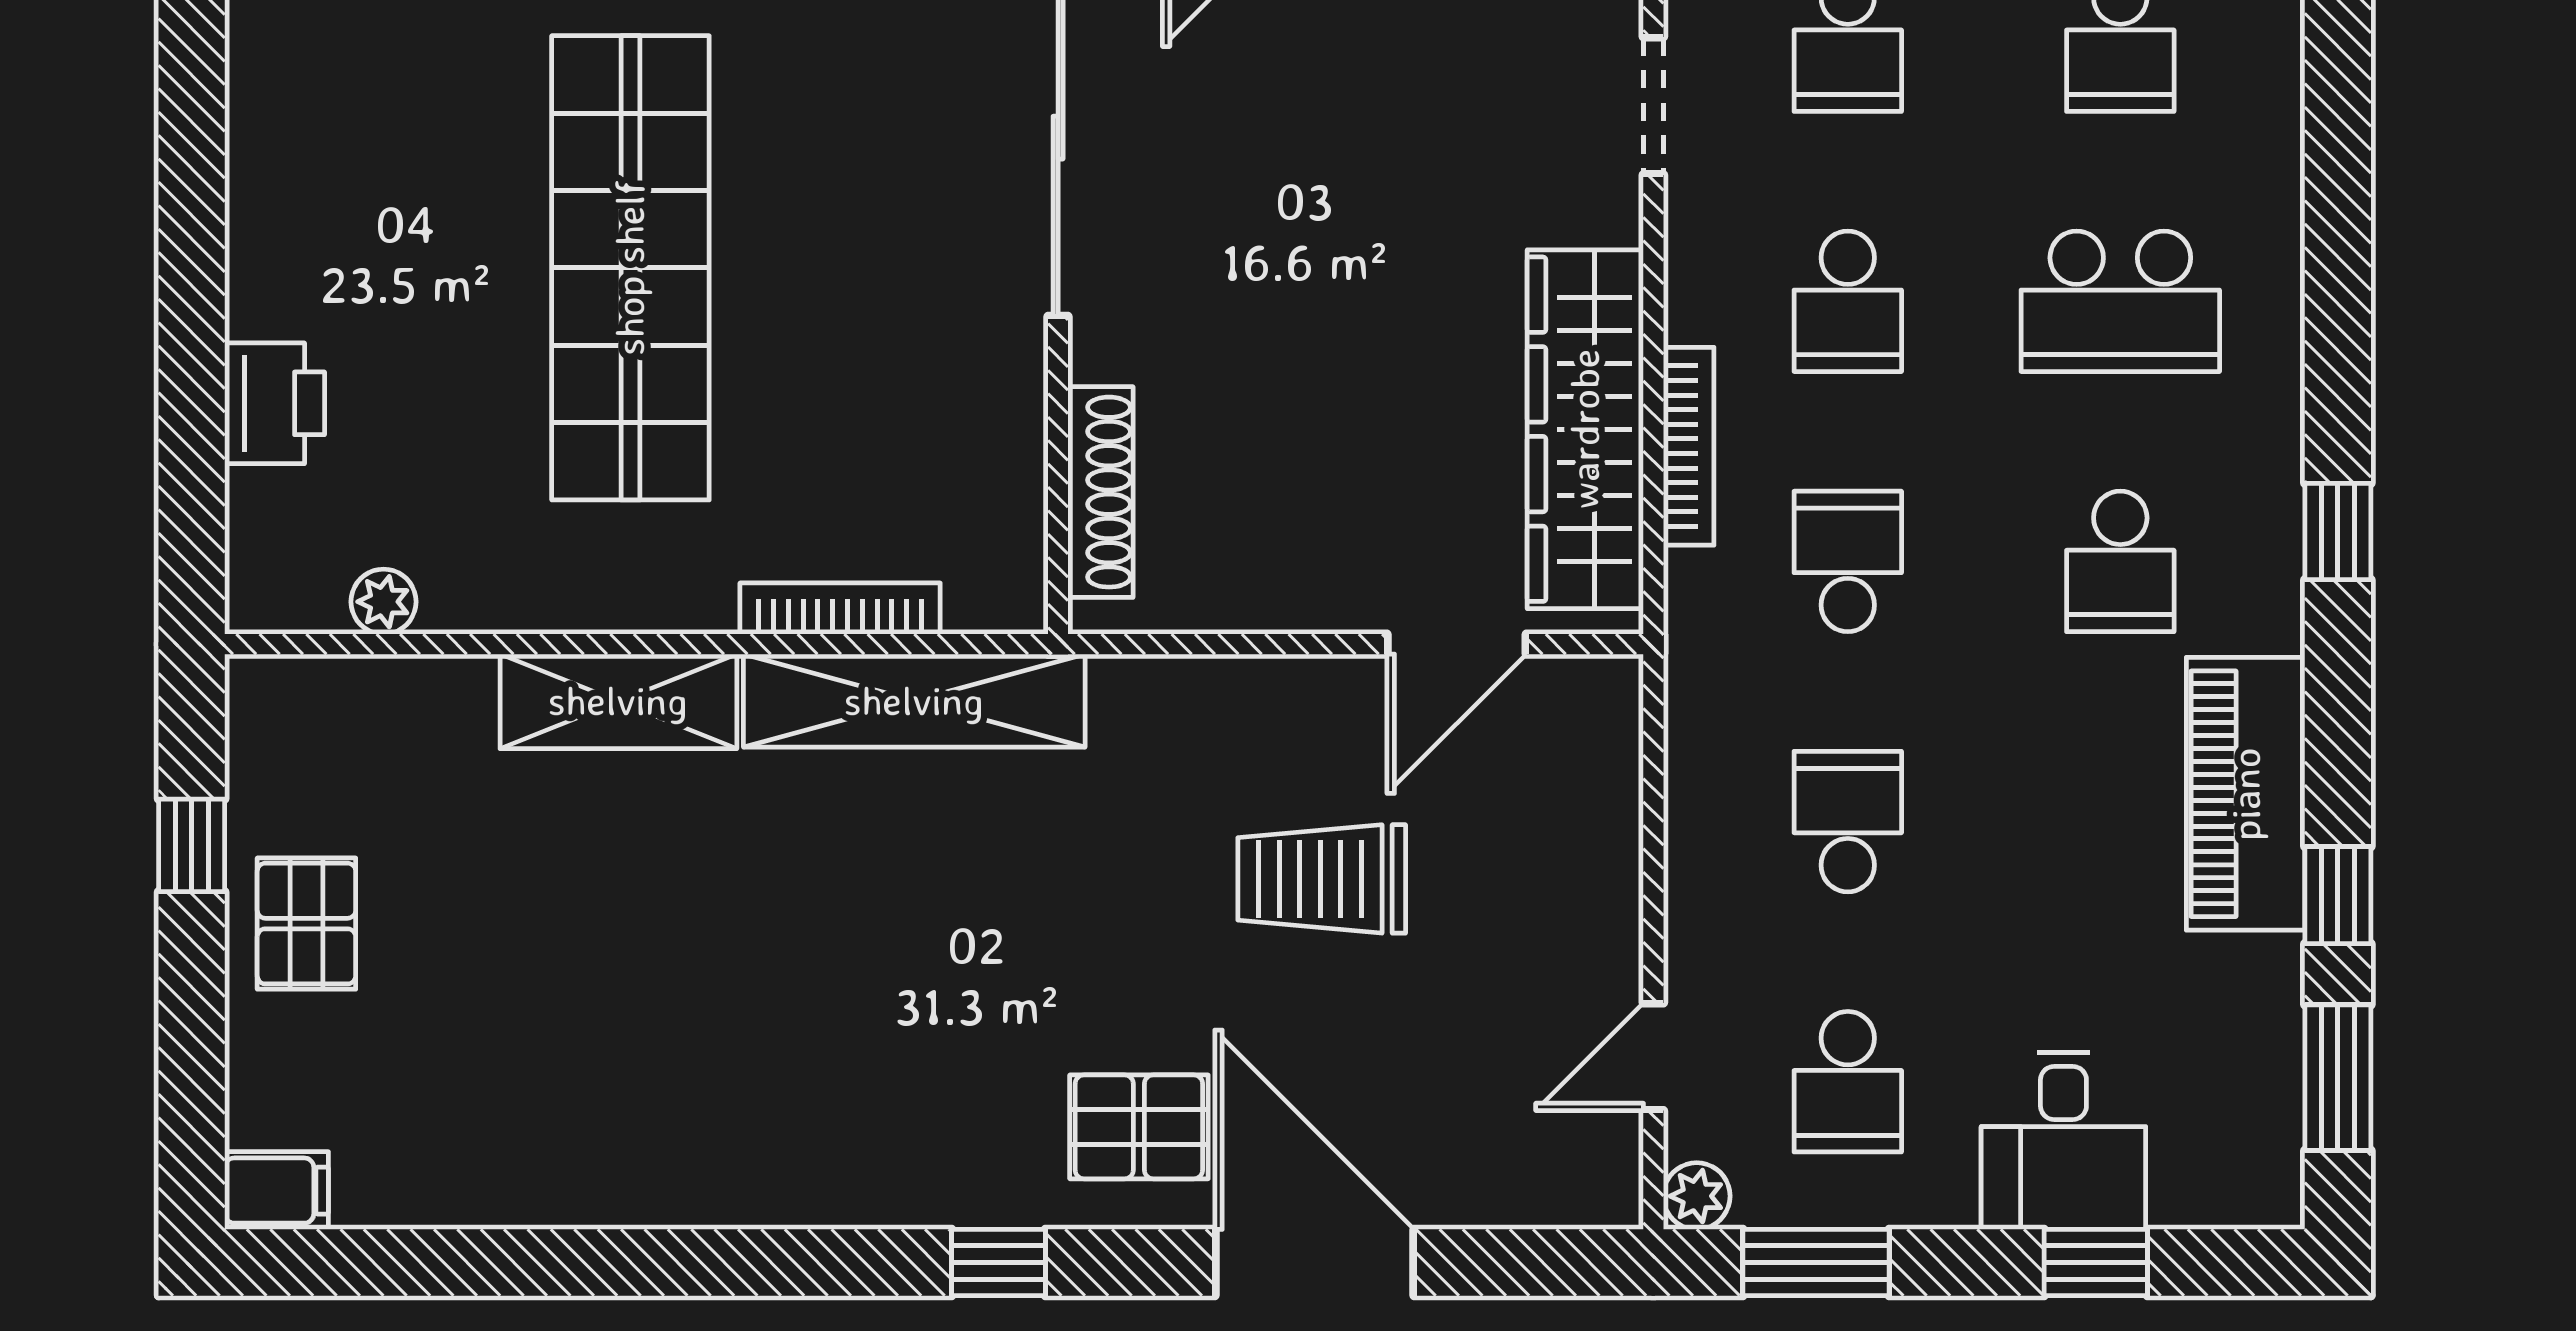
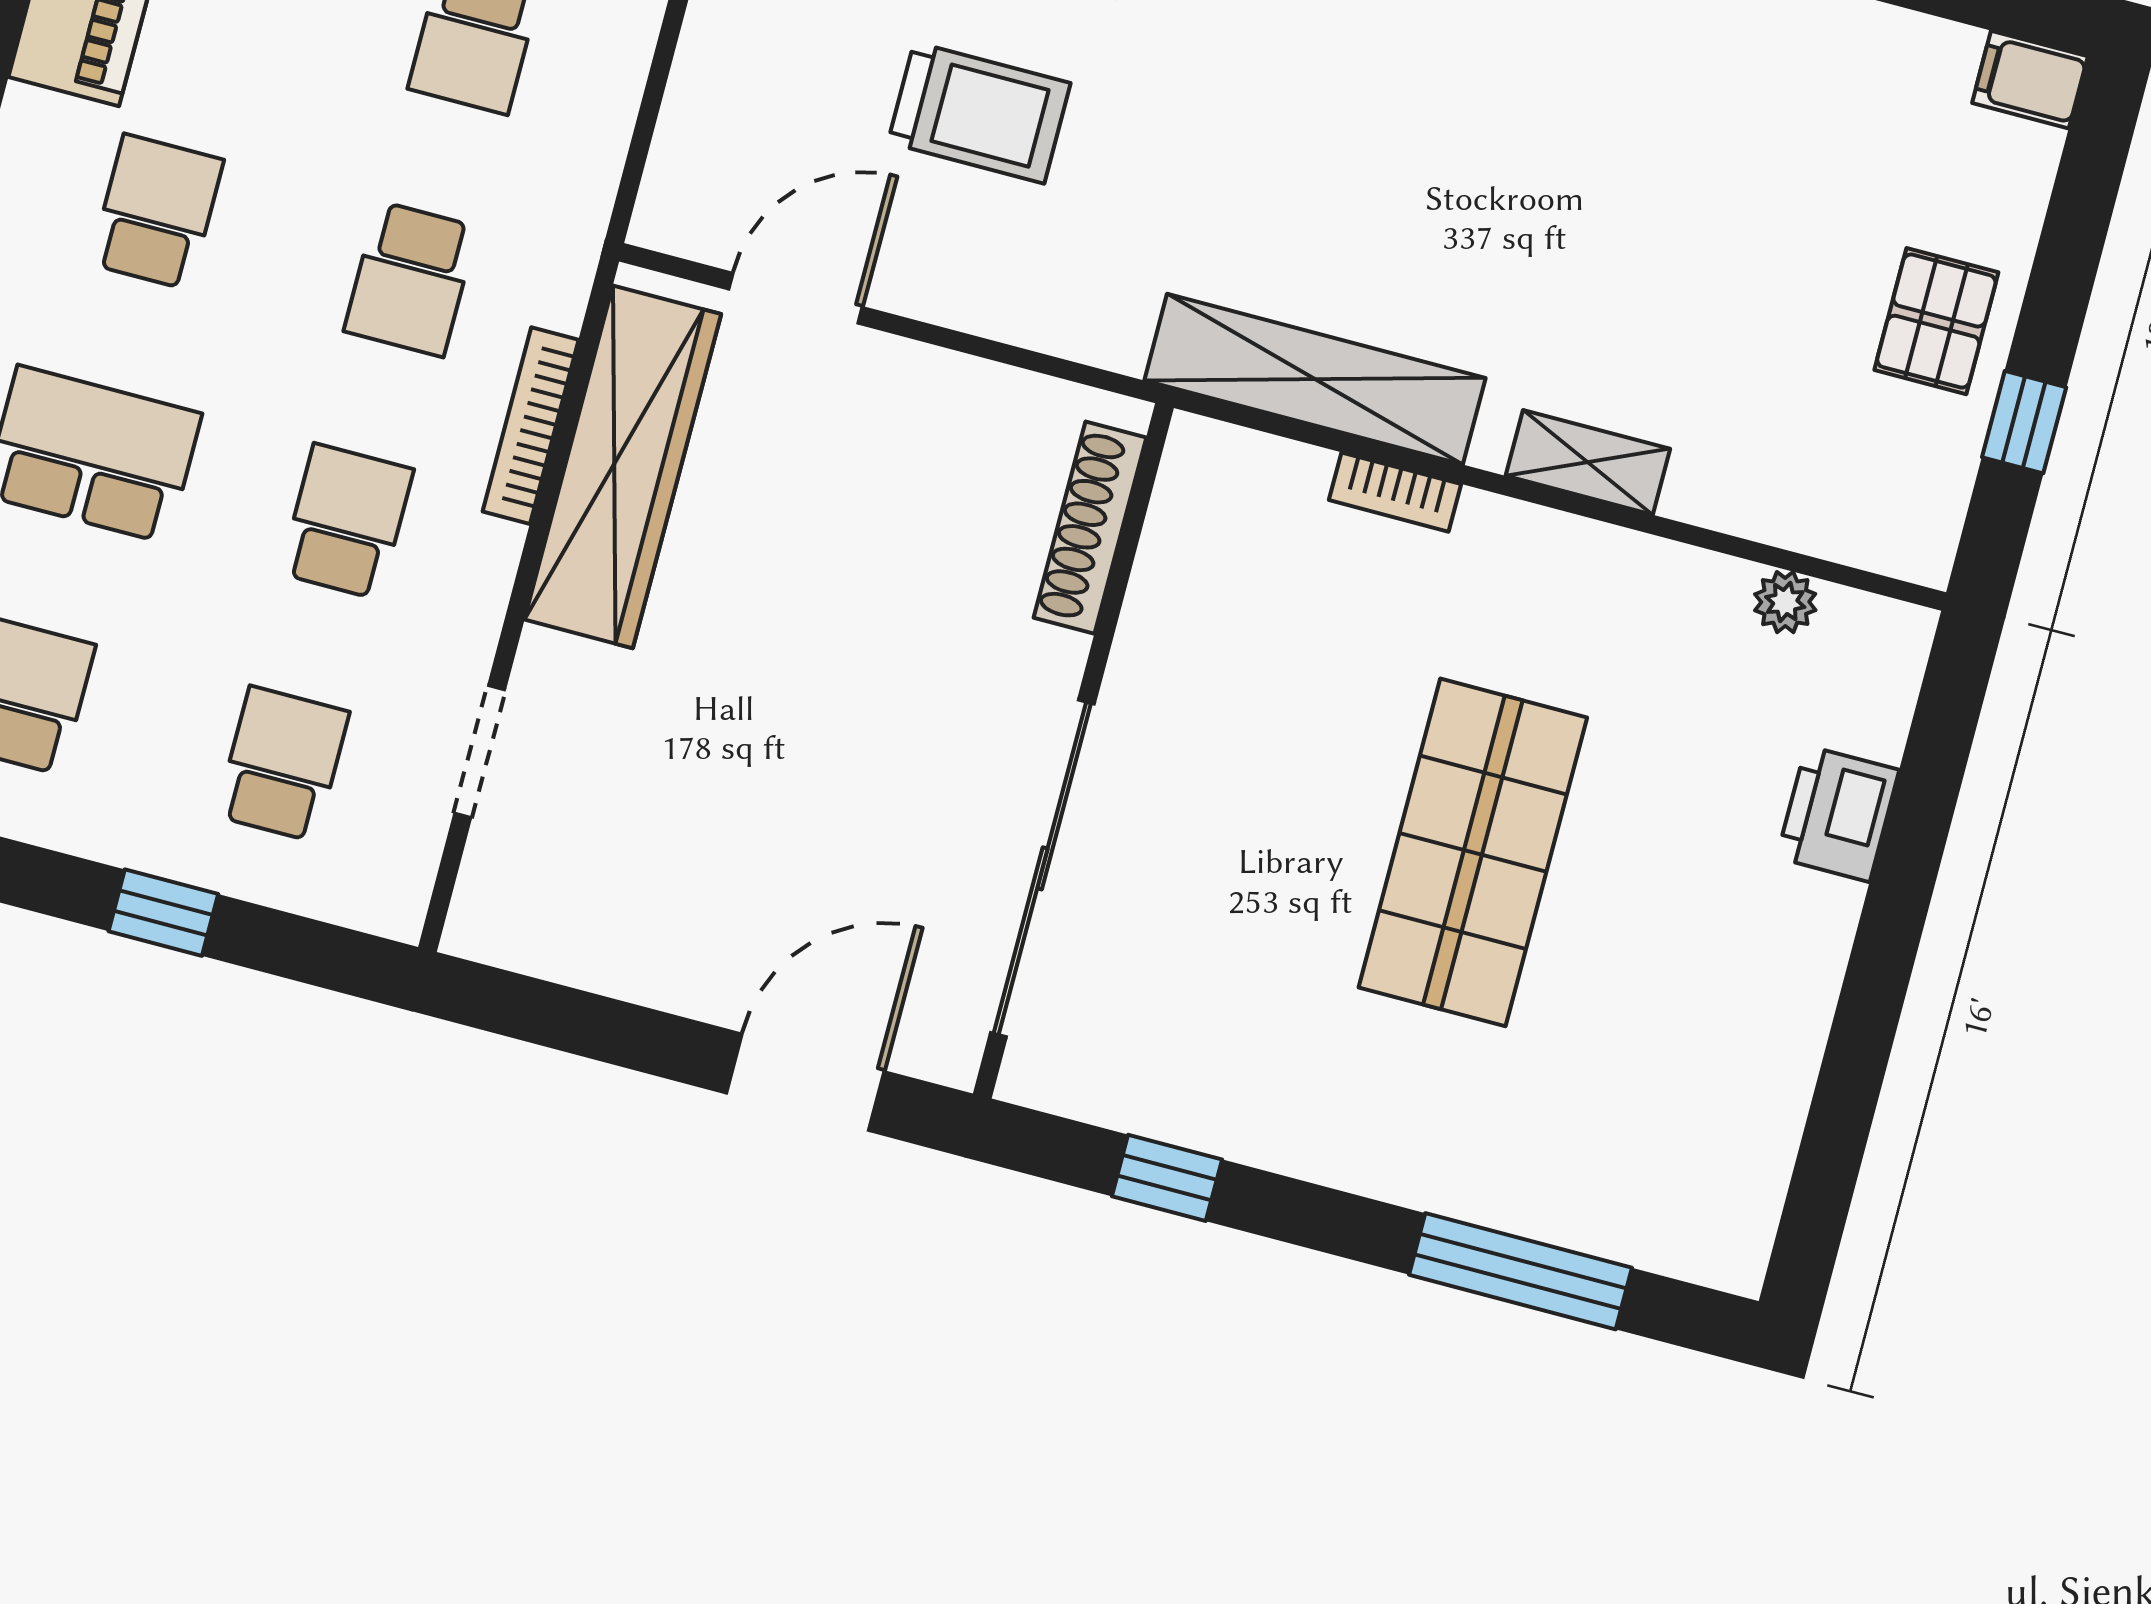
shop shelf: (630, 268) -> (1473, 852), width x0.71
bookcase: (840, 609) -> (1395, 492), width x0.64
shelving: (618, 701) -> (1588, 462), width x0.67, depth x0.75

